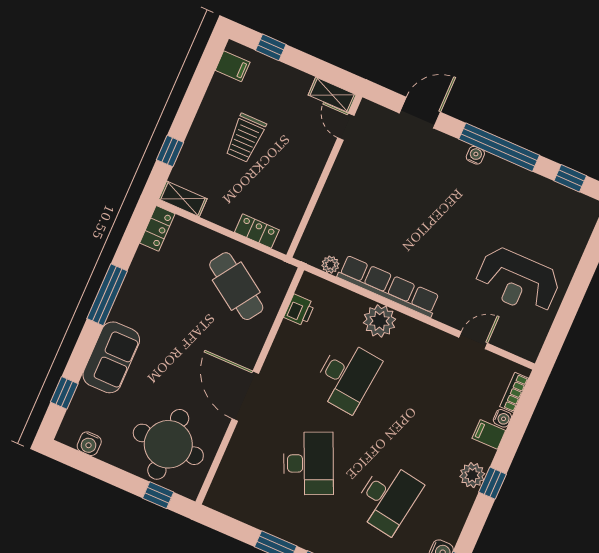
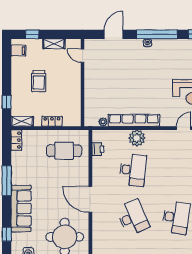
shelving: (332, 95) -> (54, 44), moved
locker: (257, 231) -> (52, 121), moved
cafe table: (236, 286) -> (64, 151), turned -34
sofa: (111, 357) -> (21, 208), width x1.36

